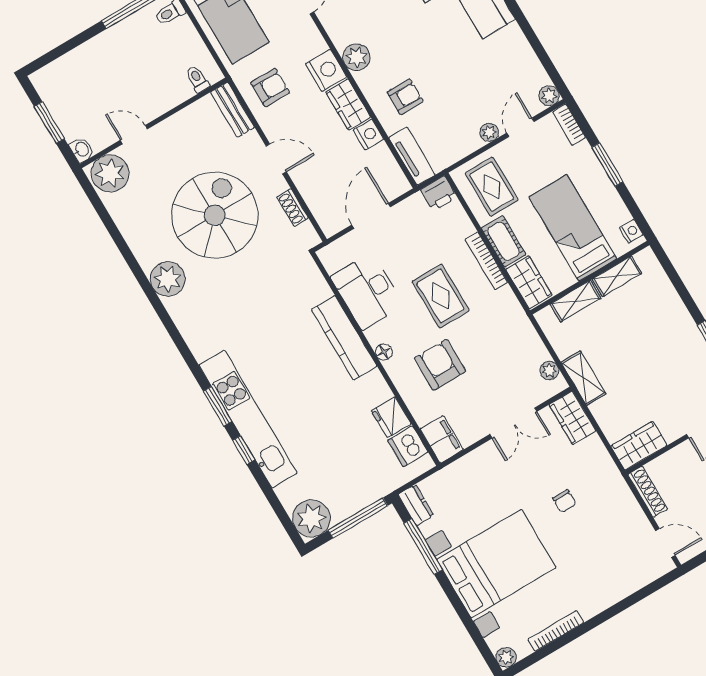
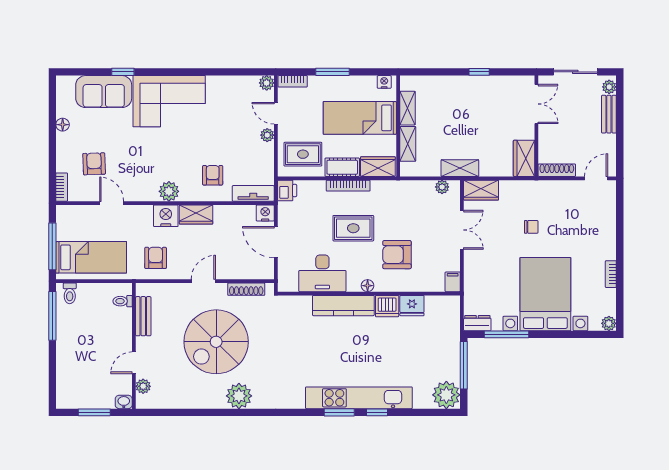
bench: (232, 110) -> (143, 316), moved, turned 90
nightstand: (369, 135) -> (265, 213), moved
plant: (110, 173) -> (143, 386), width x0.53, depth x0.53
shoe rack: (293, 208) -> (246, 289), width x1.43
spiral stairs: (215, 215) -> (216, 342), turned -90
filing cabinet: (442, 439) -> (453, 282), width x0.50
dishwasher: (408, 446) -> (387, 306), moved
bookcase: (556, 631) -> (611, 274), width x0.64

